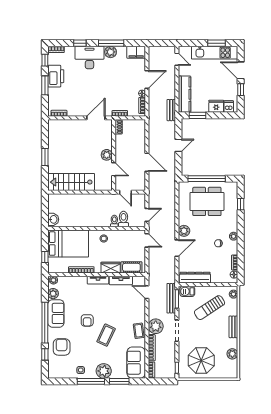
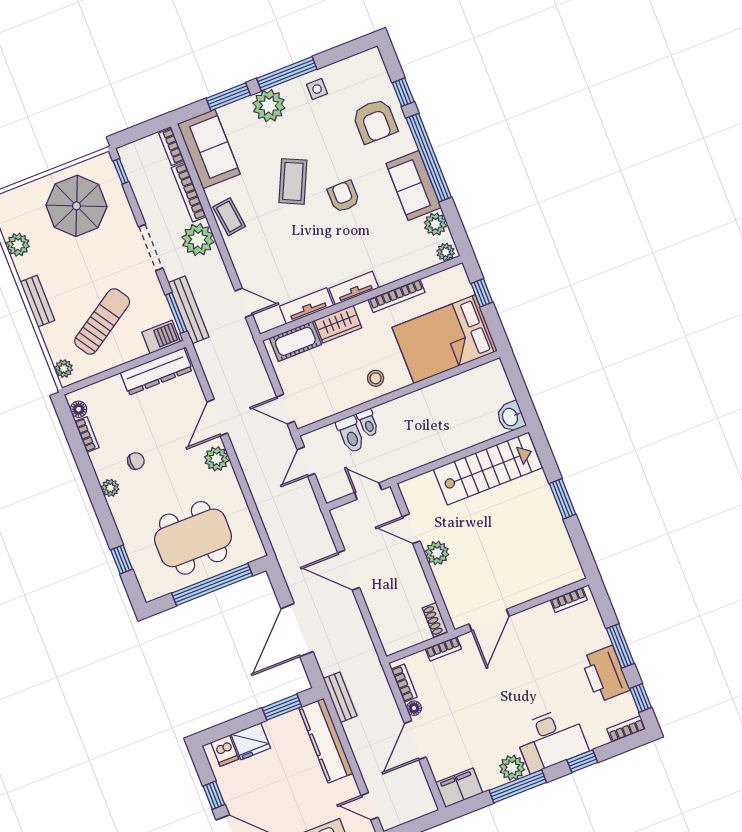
door: (178, 145) -> (297, 630), width x1.88
washbasin: (53, 219) -> (511, 417), moved

